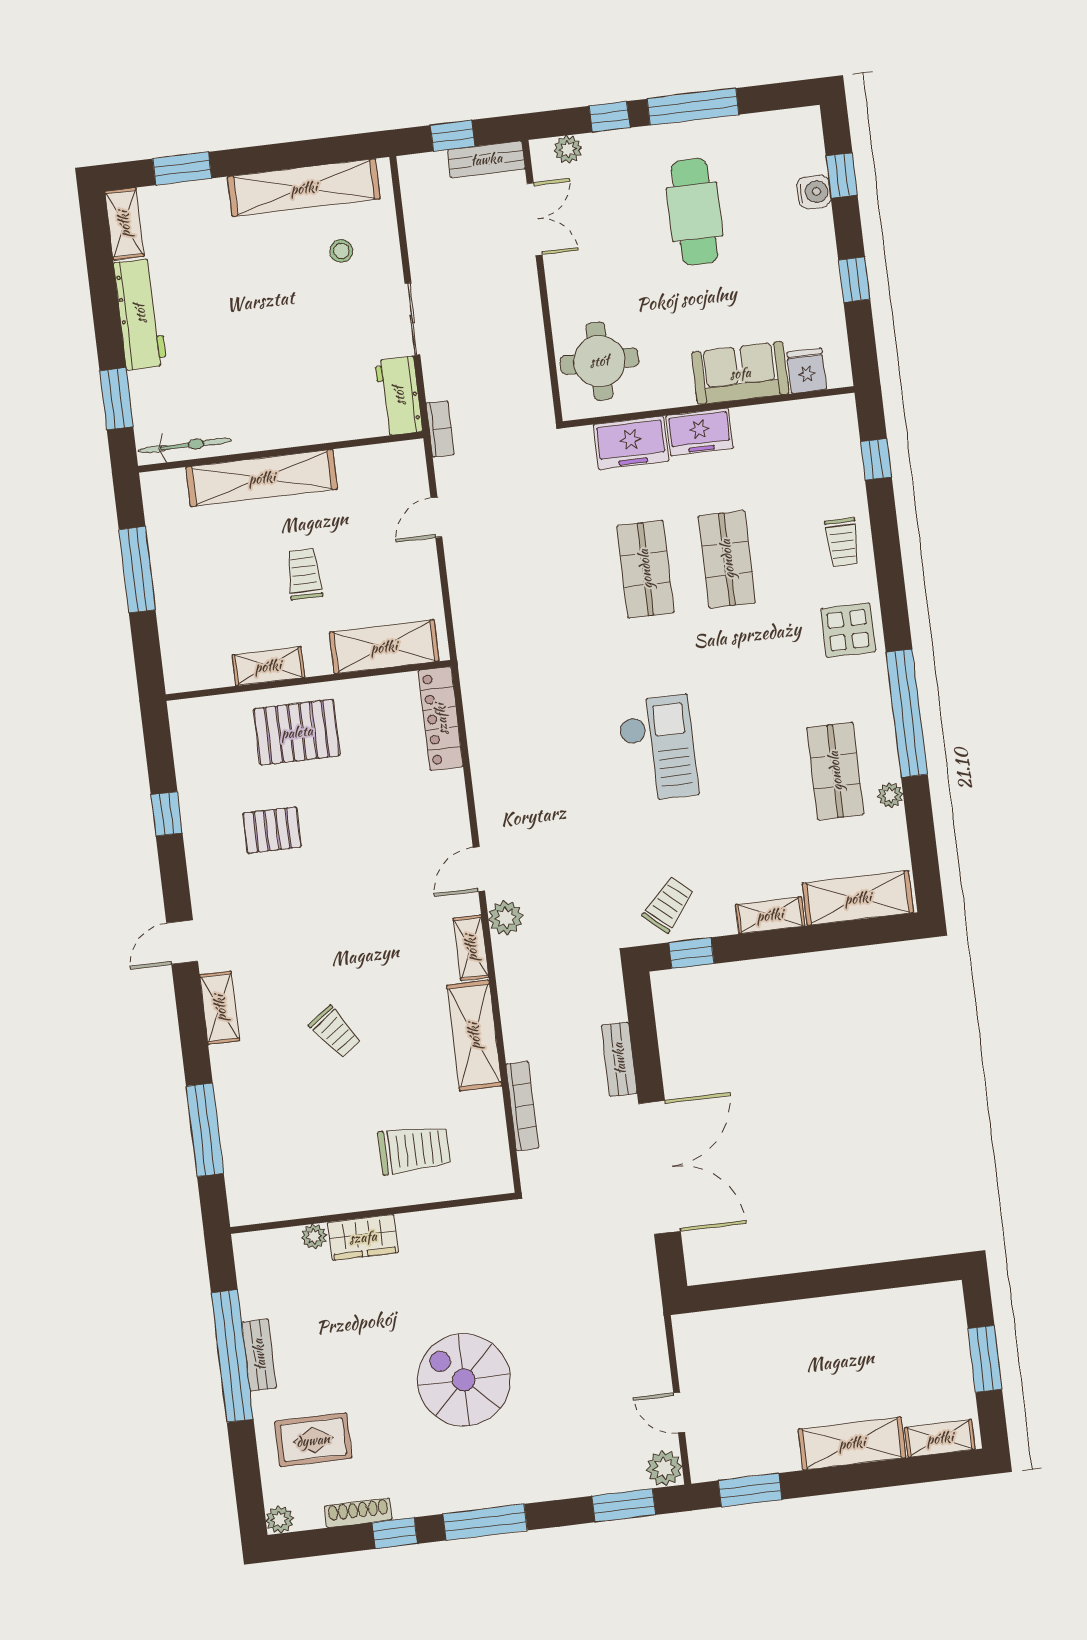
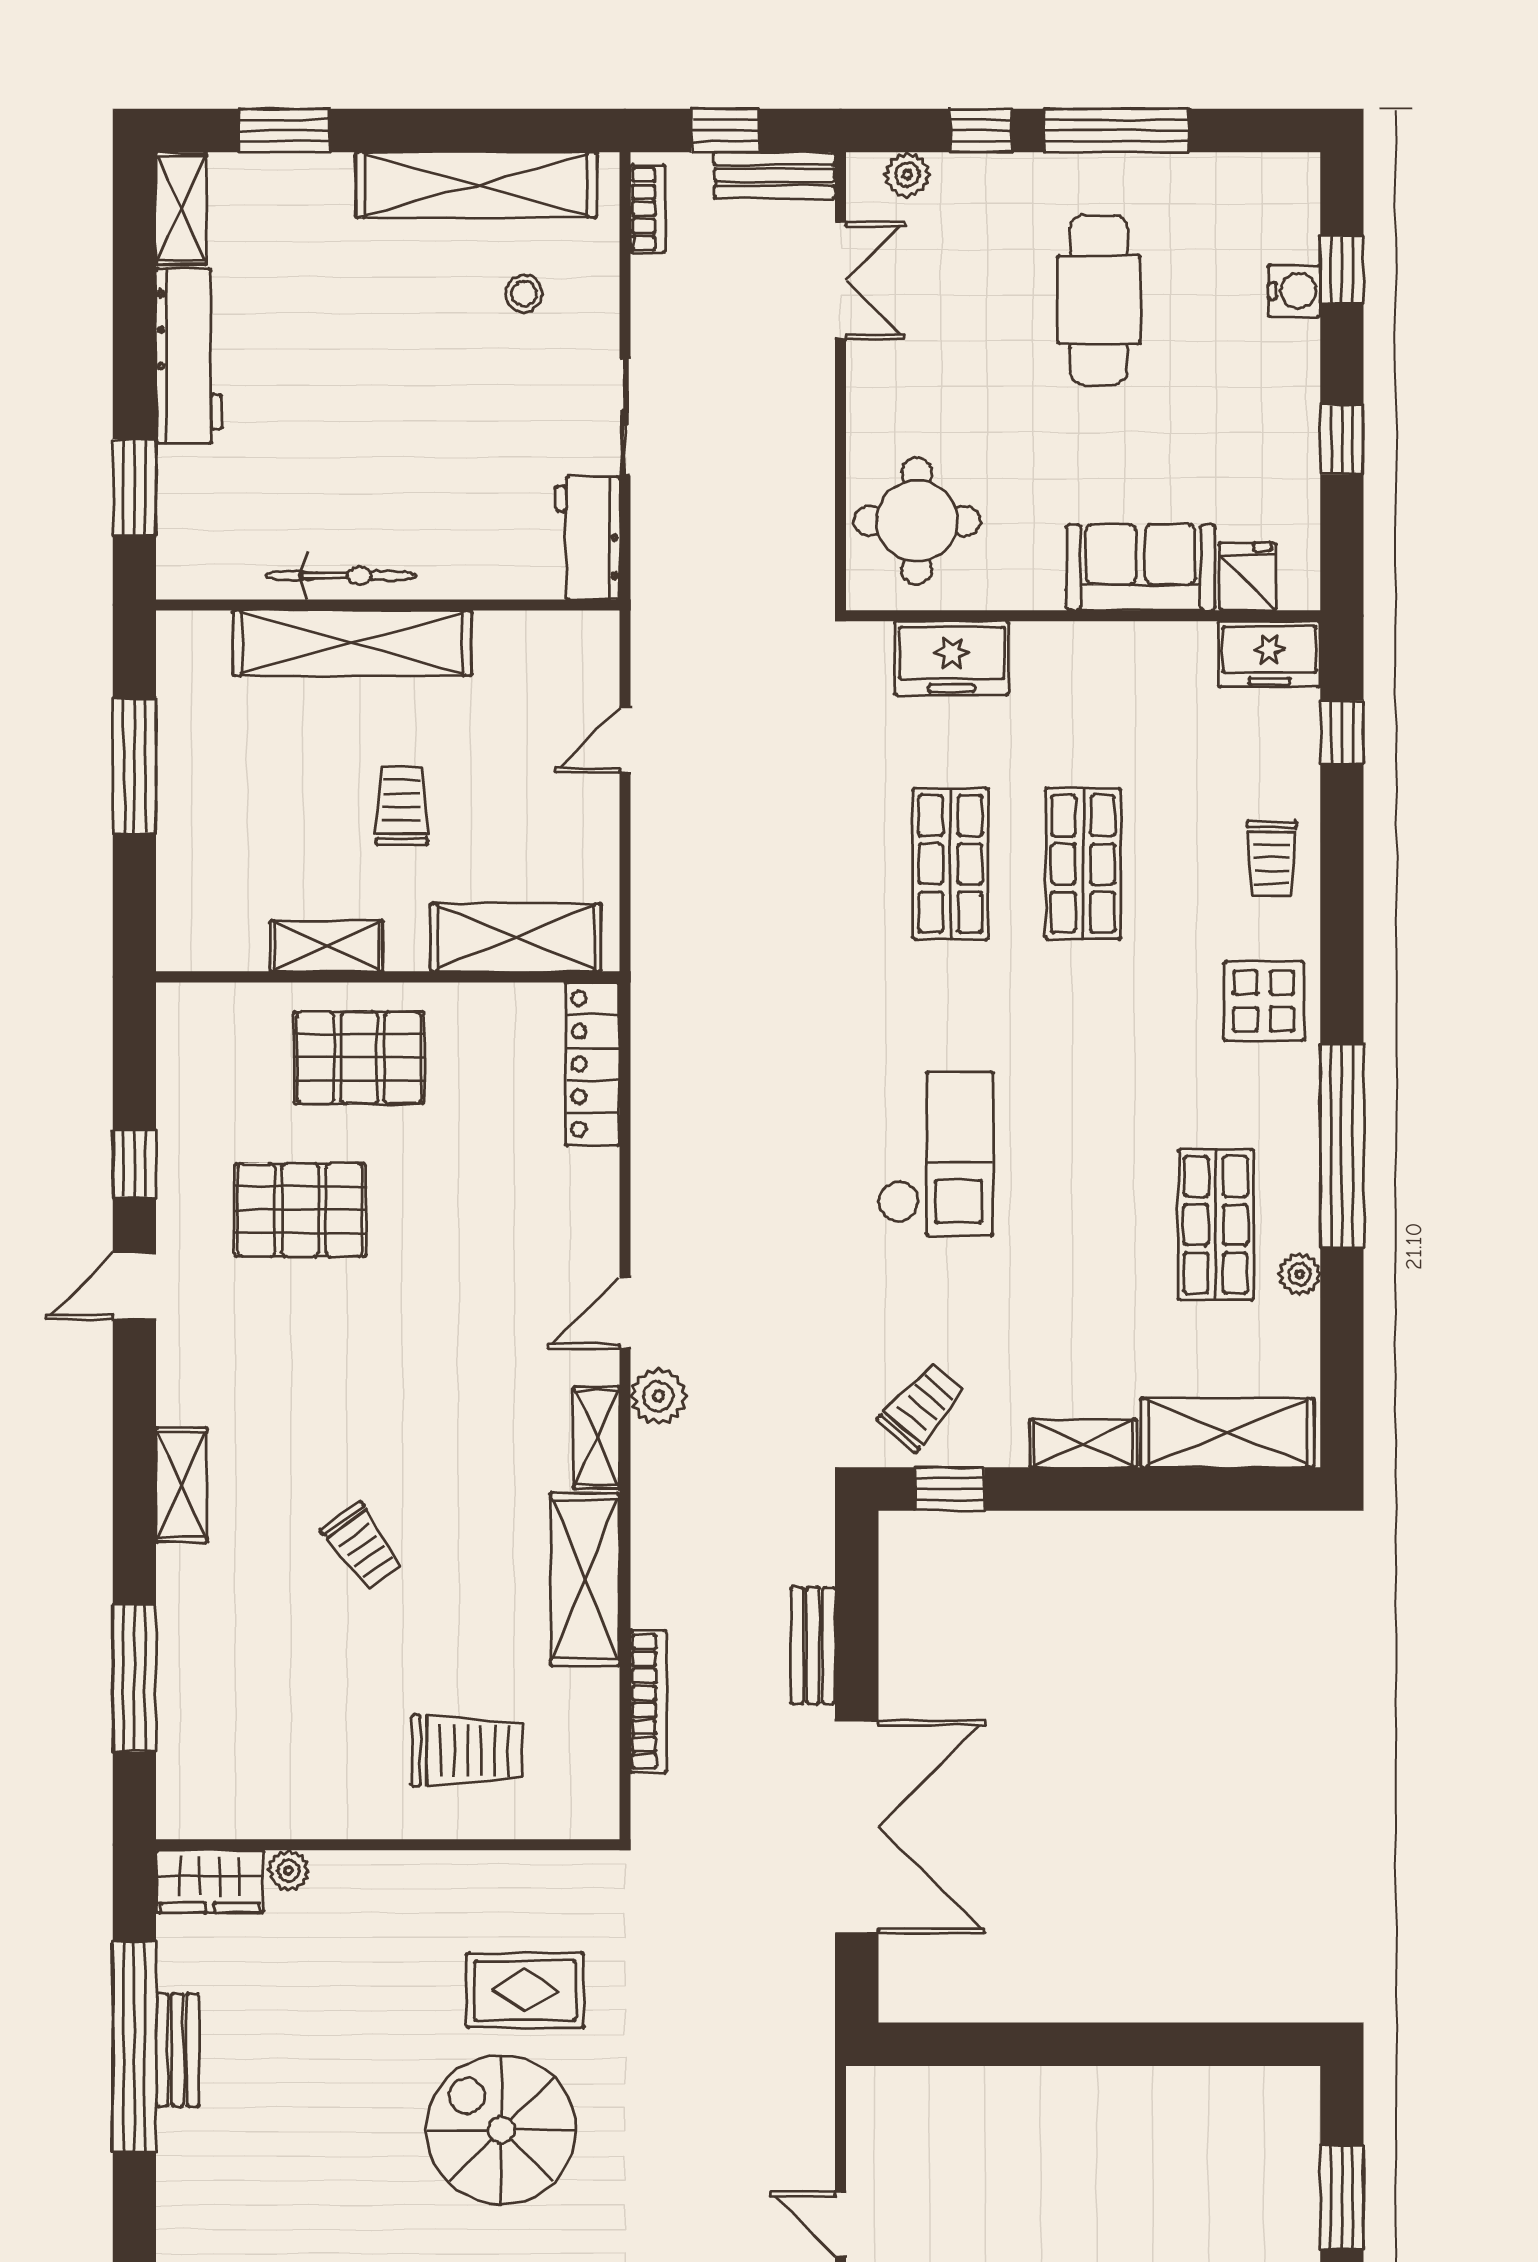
bookcase: (440, 429) -> (648, 209), moved
freezer: (700, 432) -> (1269, 654), moved
bicycle: (185, 445) -> (341, 576), moved
pallet: (272, 830) -> (300, 1210), width x1.50, depth x1.42
door: (182, 942) -> (134, 1286), moved
wardrobe: (363, 1237) -> (210, 1881), moved
rug: (313, 1440) -> (525, 1990), moved

